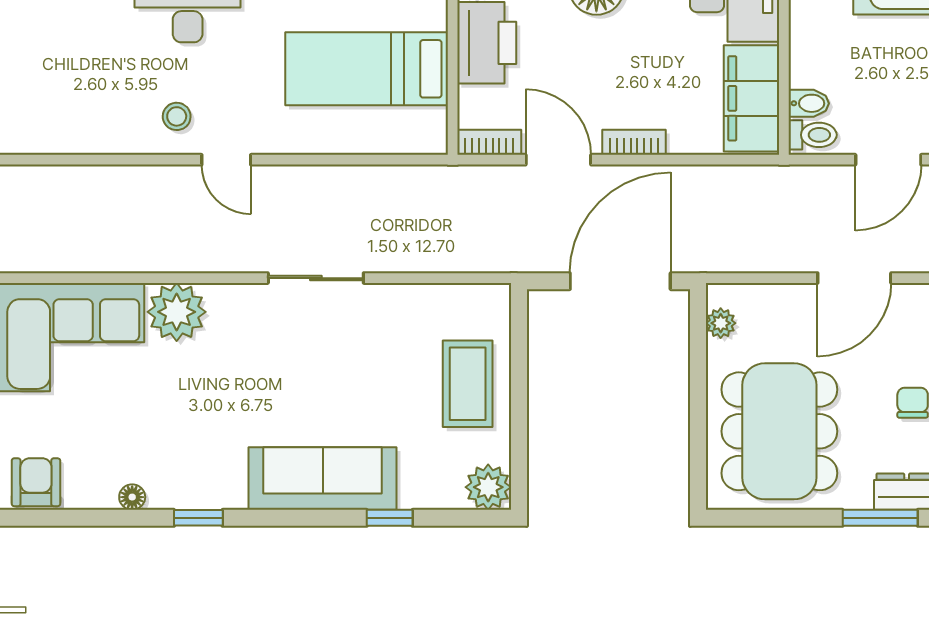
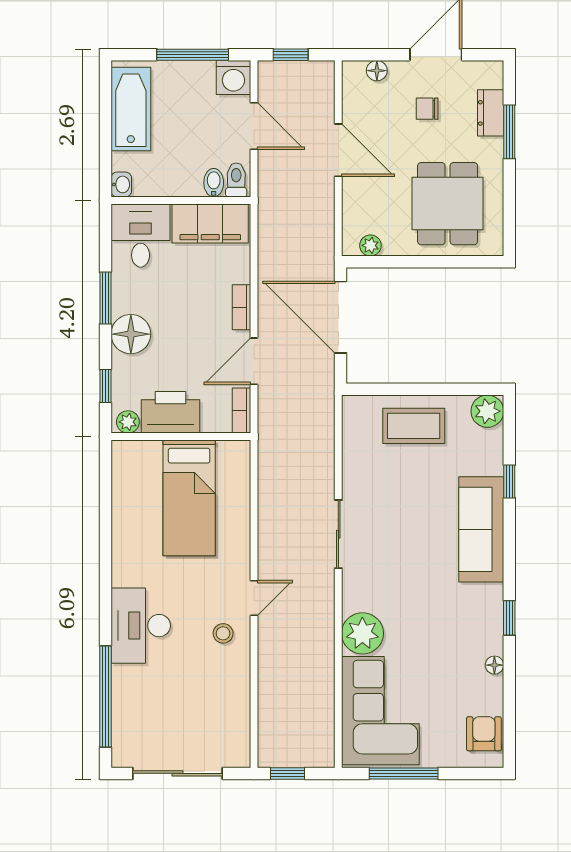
dining table: (779, 431) -> (448, 204), width x0.73
armchair: (36, 482) -> (484, 734), turned 90

